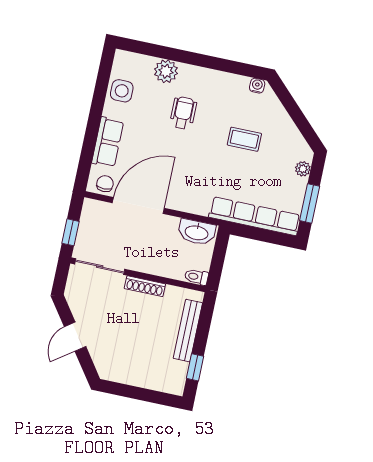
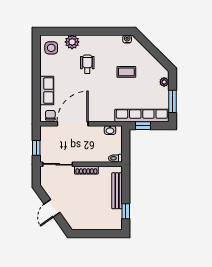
side table: (122, 91) -> (51, 48), moved
washbasin: (197, 232) -> (110, 130), width x0.52, depth x0.69
window: (253, 233) -> (143, 126), added

